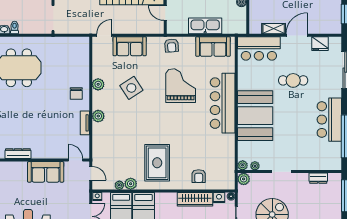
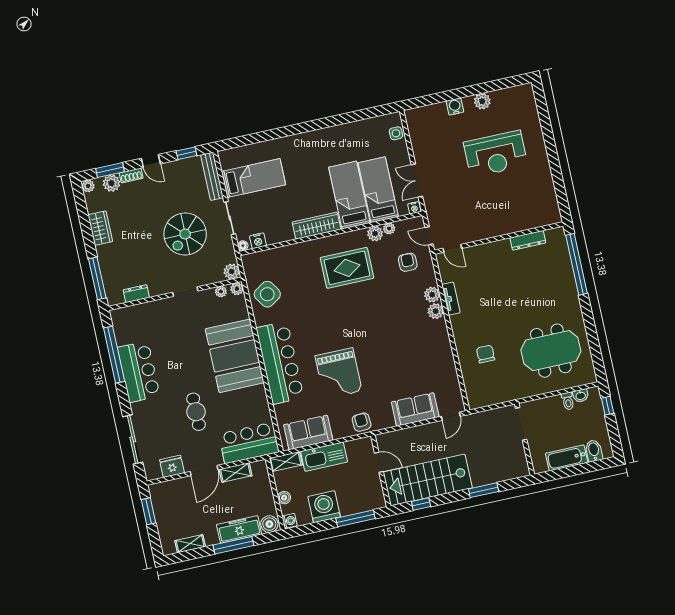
shelving: (234, 29) -> (286, 462), added
cafe table: (293, 80) -> (196, 412), turned 90
plant: (98, 84) -> (432, 295), moved
side table: (131, 88) -> (267, 294), moved
chair: (76, 93) -> (485, 354), moved
rug: (157, 163) -> (347, 268), turned 90
sofa: (46, 172) -> (487, 225), removed
armchair: (199, 176) -> (408, 262), moved
wardrobe: (195, 199) -> (317, 226), moved

